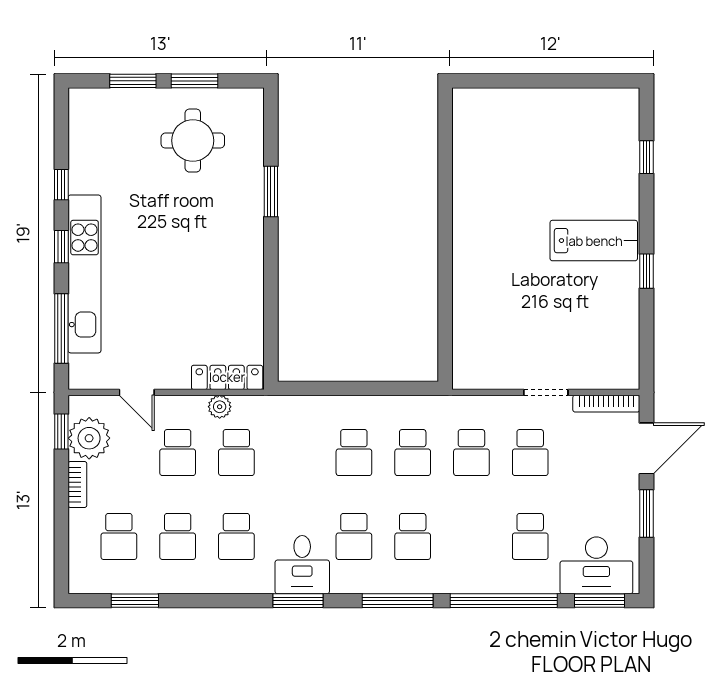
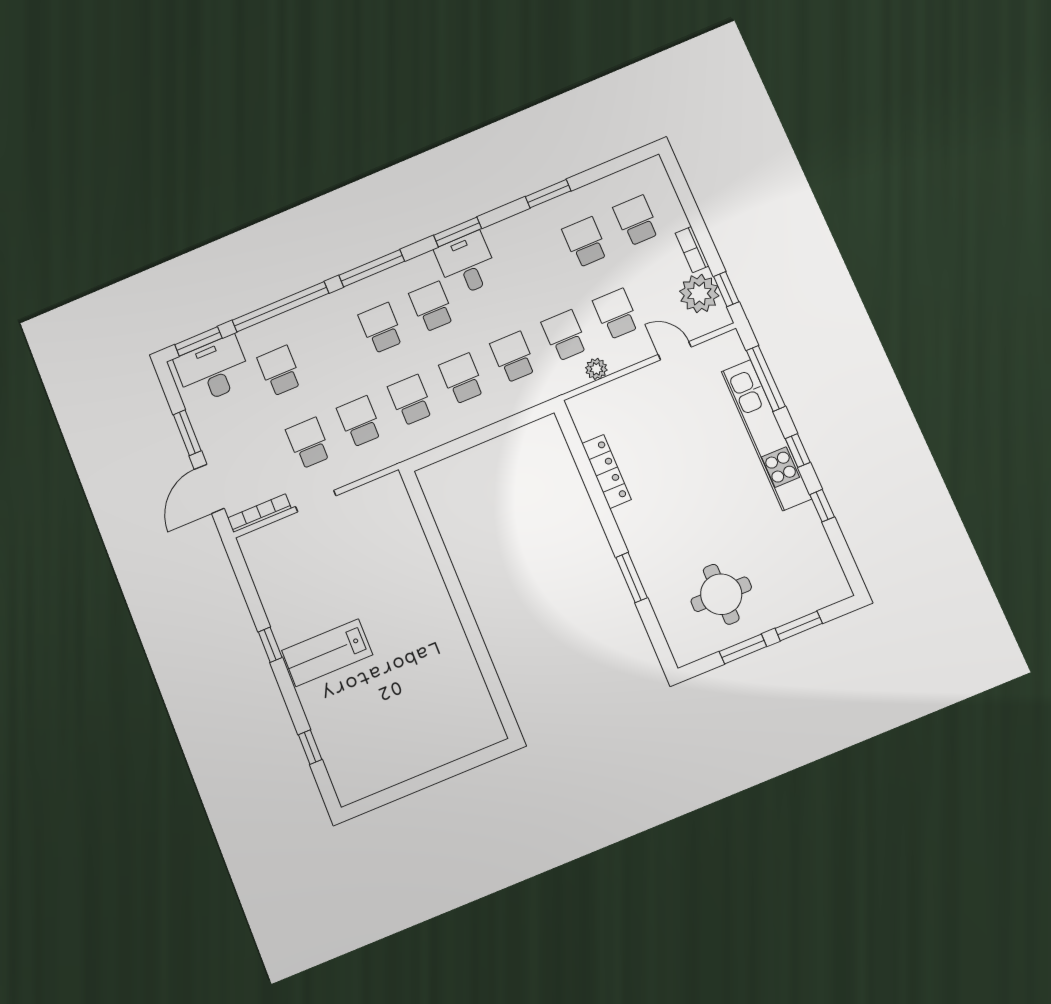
locker: (227, 377) -> (607, 472), moved, turned -90
school desk: (236, 536) -> (513, 357), moved
window: (135, 601) -> (548, 194), moved

